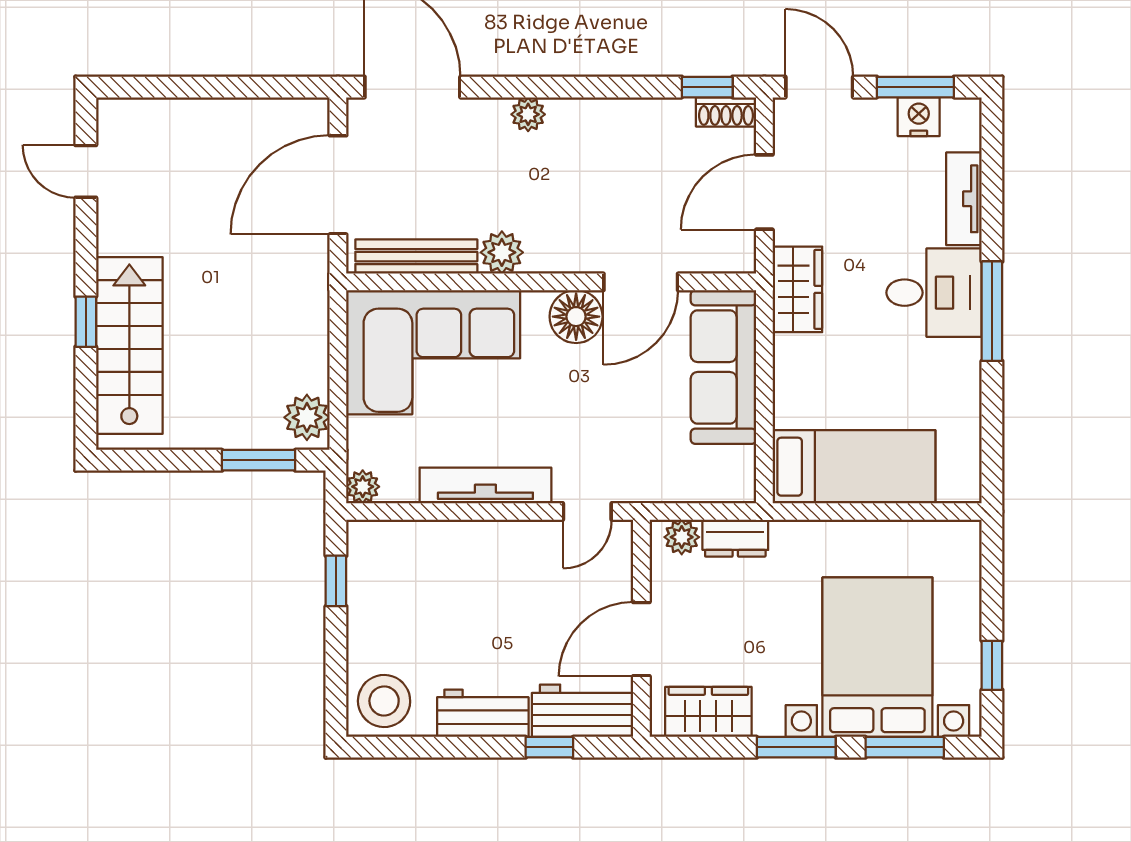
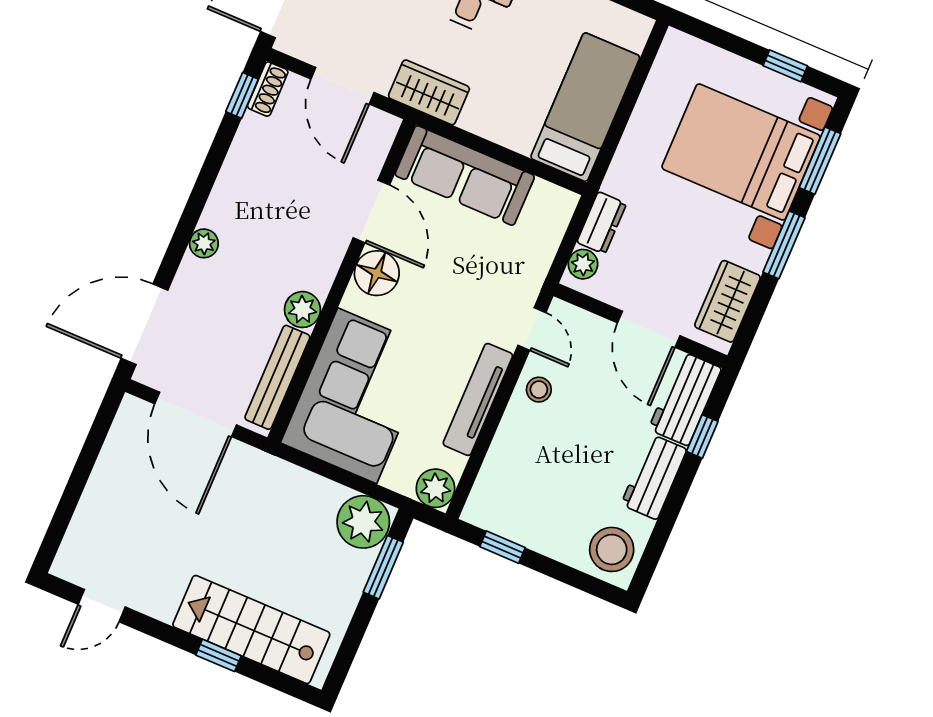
plant: (307, 417) -> (363, 522), width x1.36, depth x1.36
plant: (363, 487) -> (435, 488), width x1.38, depth x1.38
stool: (524, 547) -> (539, 390), added

